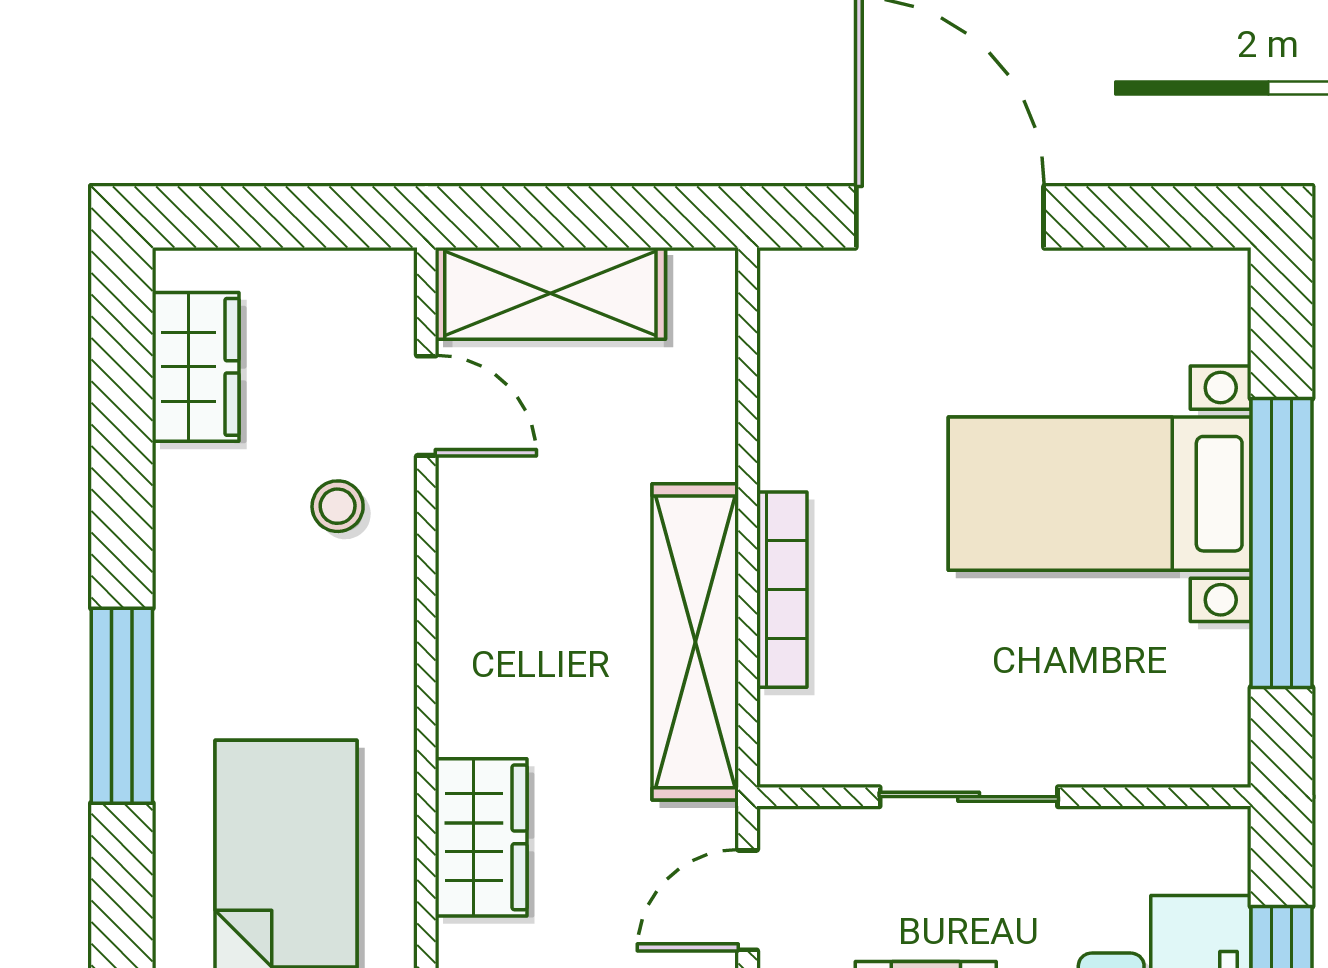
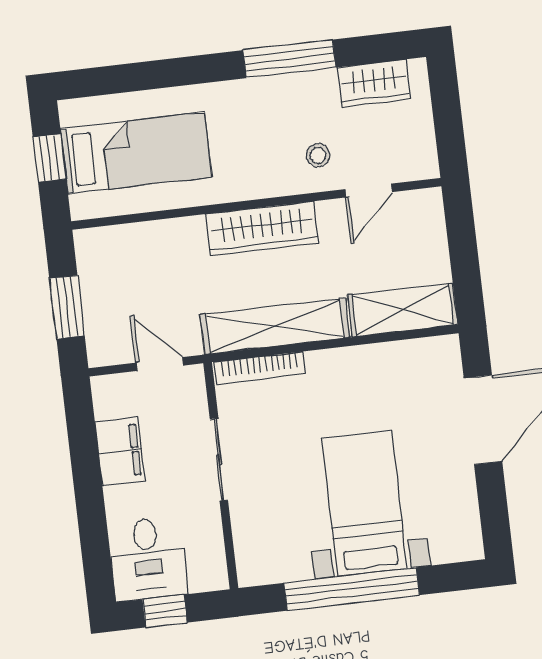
shelving: (550, 293) -> (403, 310), moved, turned 90
bookcase: (782, 590) -> (260, 368), moved
window: (122, 706) -> (289, 59), moved
wardrobe: (481, 837) -> (262, 229), moved, width x1.50

